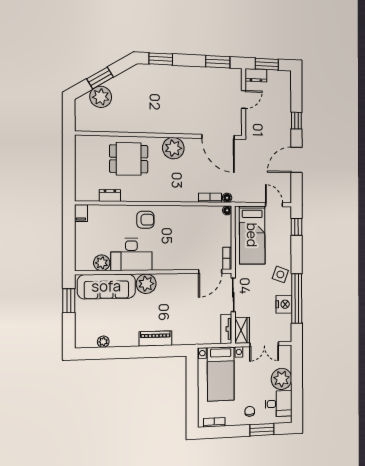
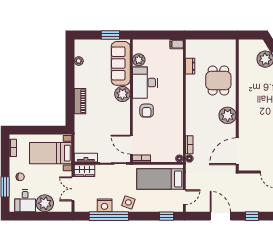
armchair: (145, 220) -> (147, 111), moved

